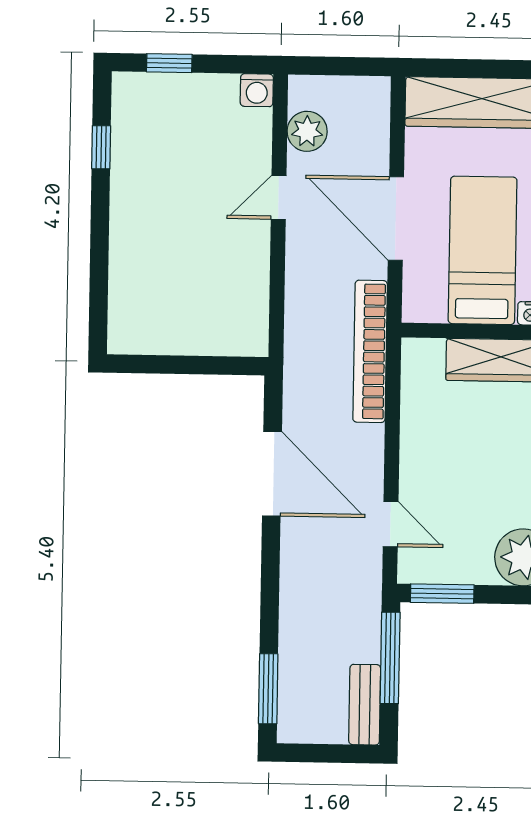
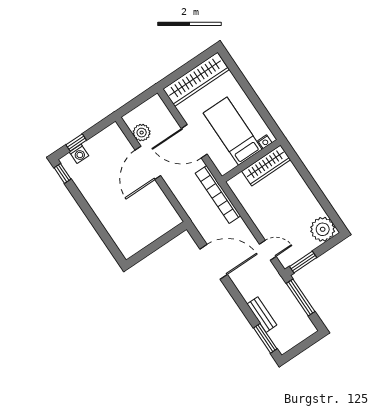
washing machine: (257, 90) -> (79, 154), moved
window: (101, 147) -> (63, 173), moved
door: (279, 197) -> (148, 163), width x1.87
bench: (365, 705) -> (262, 315), moved

